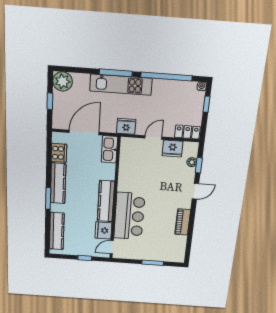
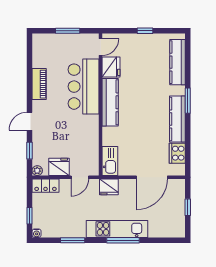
window: (166, 77) -> (73, 240), width x0.47
plant: (63, 81) -> (175, 228), removed
kitchen sink: (109, 149) -> (110, 161), moved
plant: (192, 162) -> (37, 171), moved
wall: (115, 200) -> (101, 105), moved
kitchen counter: (106, 201) -> (110, 102), moved
bar counter: (129, 216) -> (84, 87), moved
fridge: (103, 230) -> (111, 67), moved
door: (112, 247) -> (101, 47), moved

